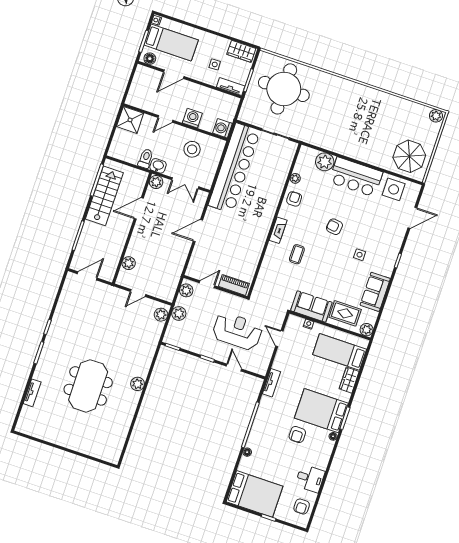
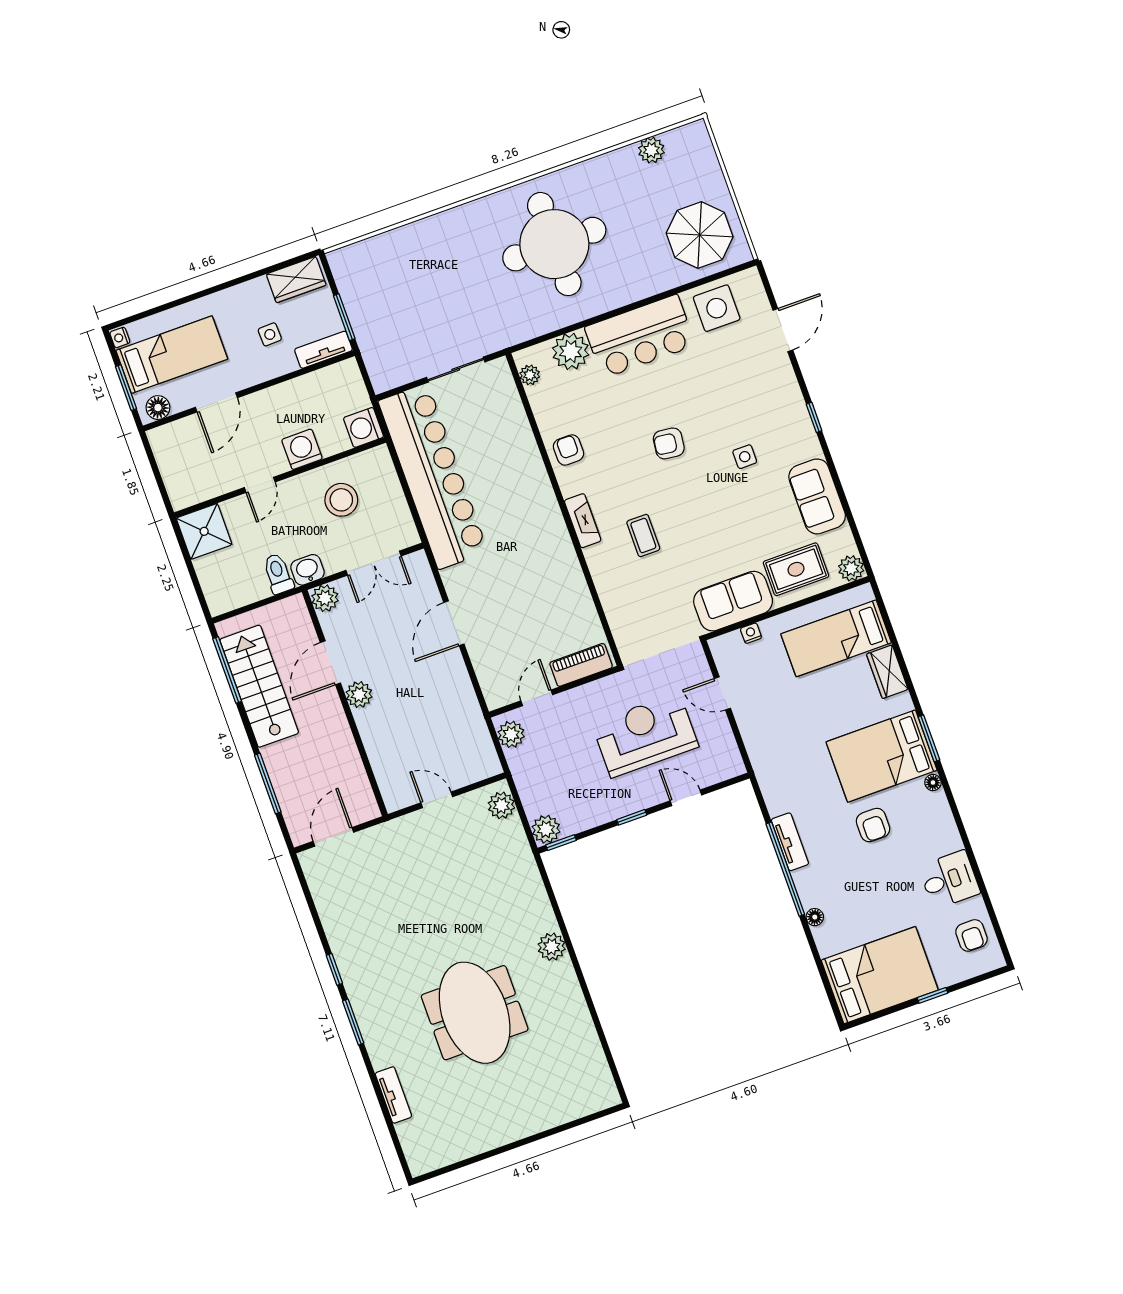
round table: (284, 89) -> (554, 244), moved
plant: (436, 116) -> (651, 150), moved
plant: (295, 178) -> (530, 375), moved
plant: (129, 263) -> (359, 695), moved
door: (138, 293) -> (437, 800), swing flipped
plant: (179, 313) -> (546, 829), moved
tv unit: (272, 383) -> (790, 842), moved

